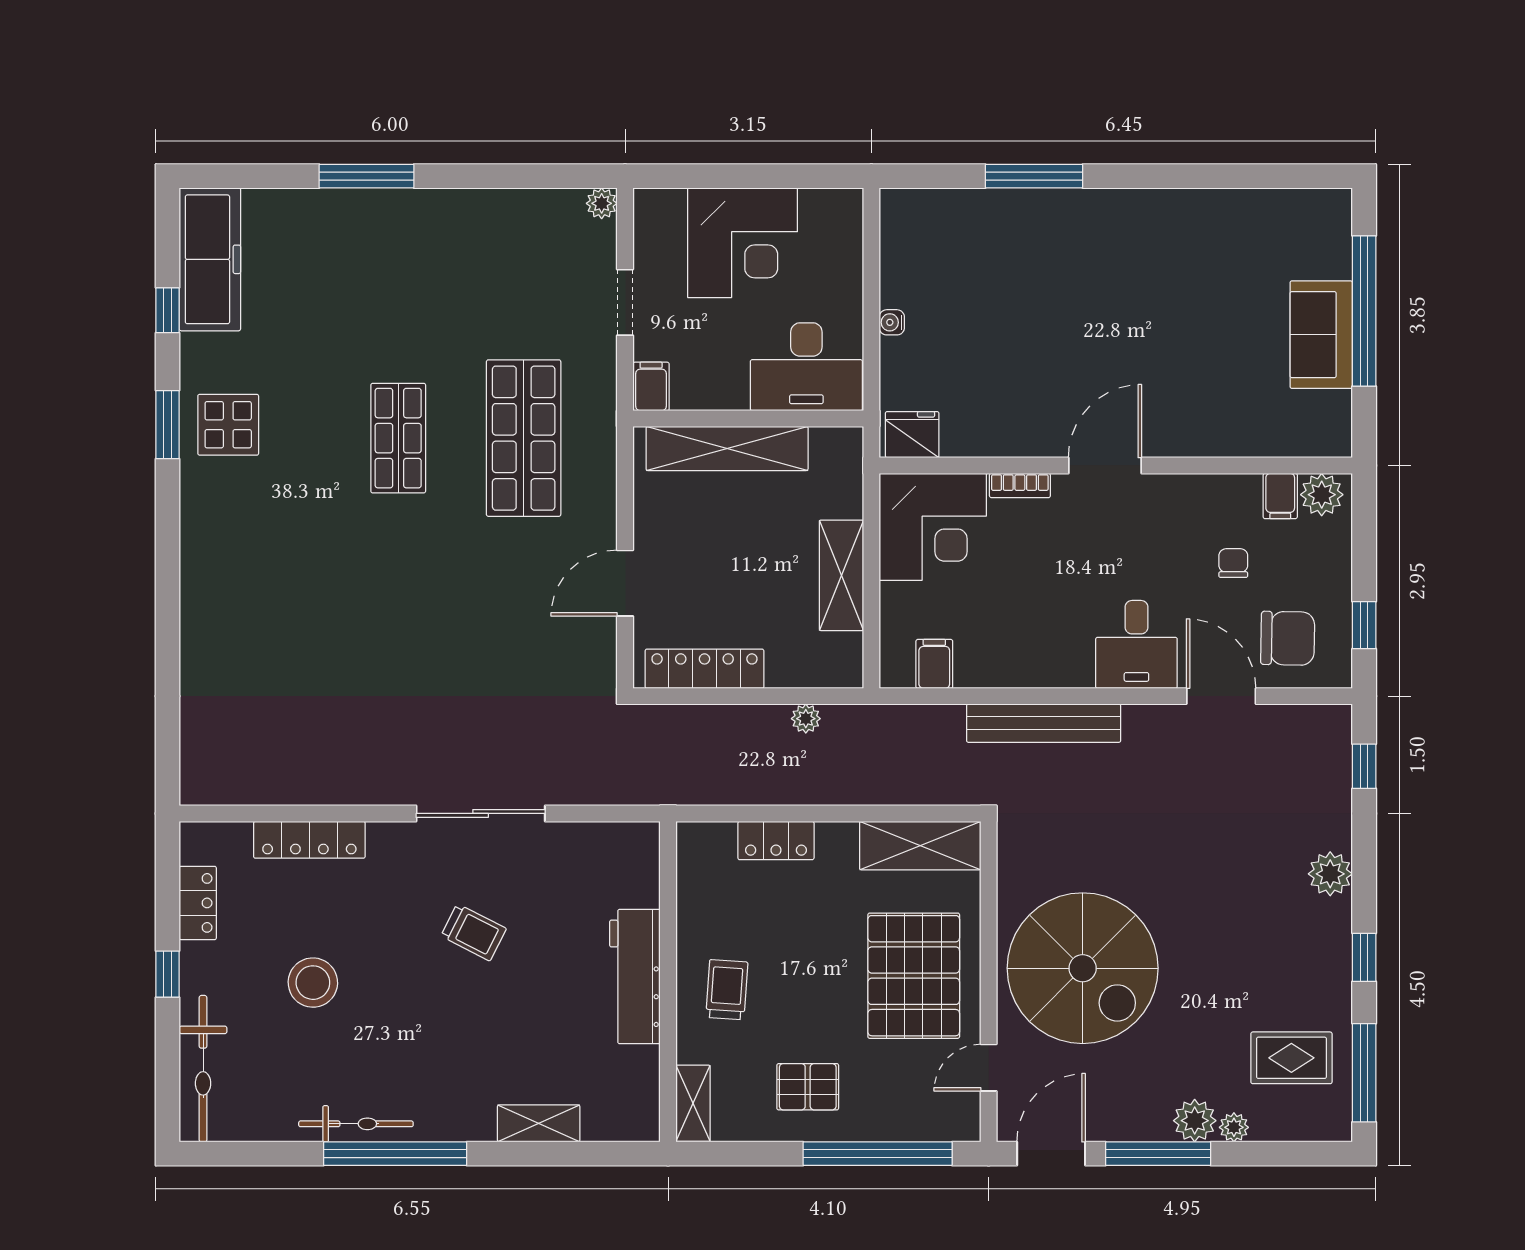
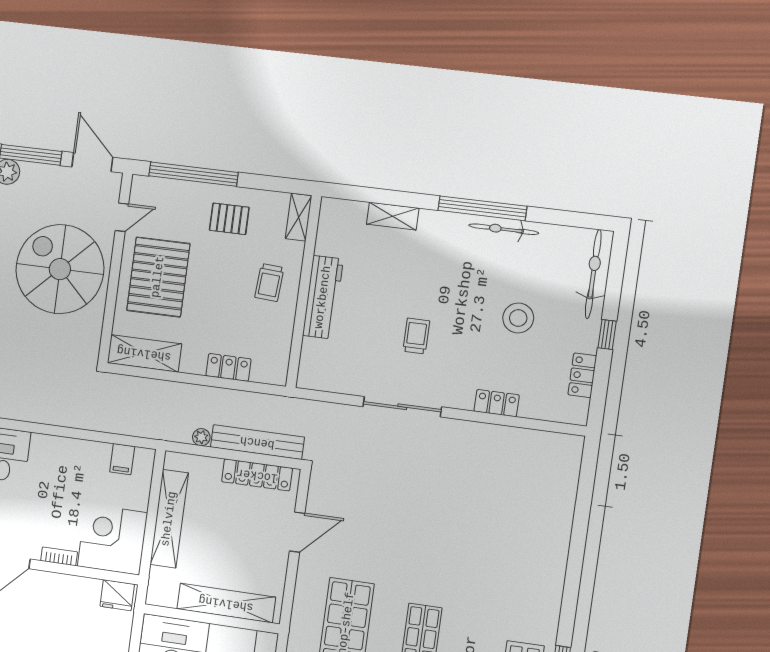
shelving: (841, 575) -> (169, 519), width x1.47
bench: (1044, 723) -> (257, 442), moved
locker: (309, 840) -> (497, 403), width x0.66
trolley: (474, 932) -> (416, 336), turned 63
door: (1051, 1154) -> (92, 162), swing flipped

